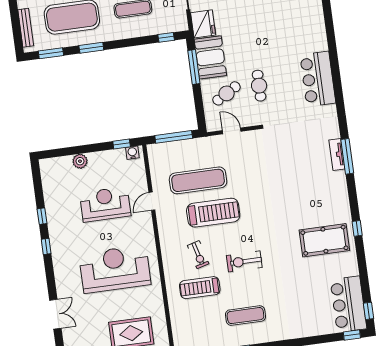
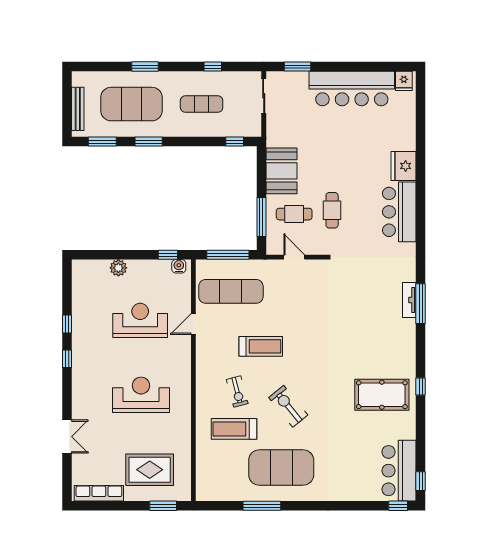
fridge: (203, 24) -> (404, 166), moved, turned 180
window: (194, 67) -> (261, 217), moved
cafe table: (227, 93) -> (294, 214), turned 30
exercise mat: (198, 180) -> (231, 291), moved
treadmill: (213, 213) -> (261, 346), width x0.73, depth x0.73
exercise bike: (244, 261) -> (288, 406), turned 51
reception desk: (115, 269) -> (141, 395), width x0.74, depth x0.77
exercise mat: (245, 316) -> (281, 467), width x2.00, depth x1.45

